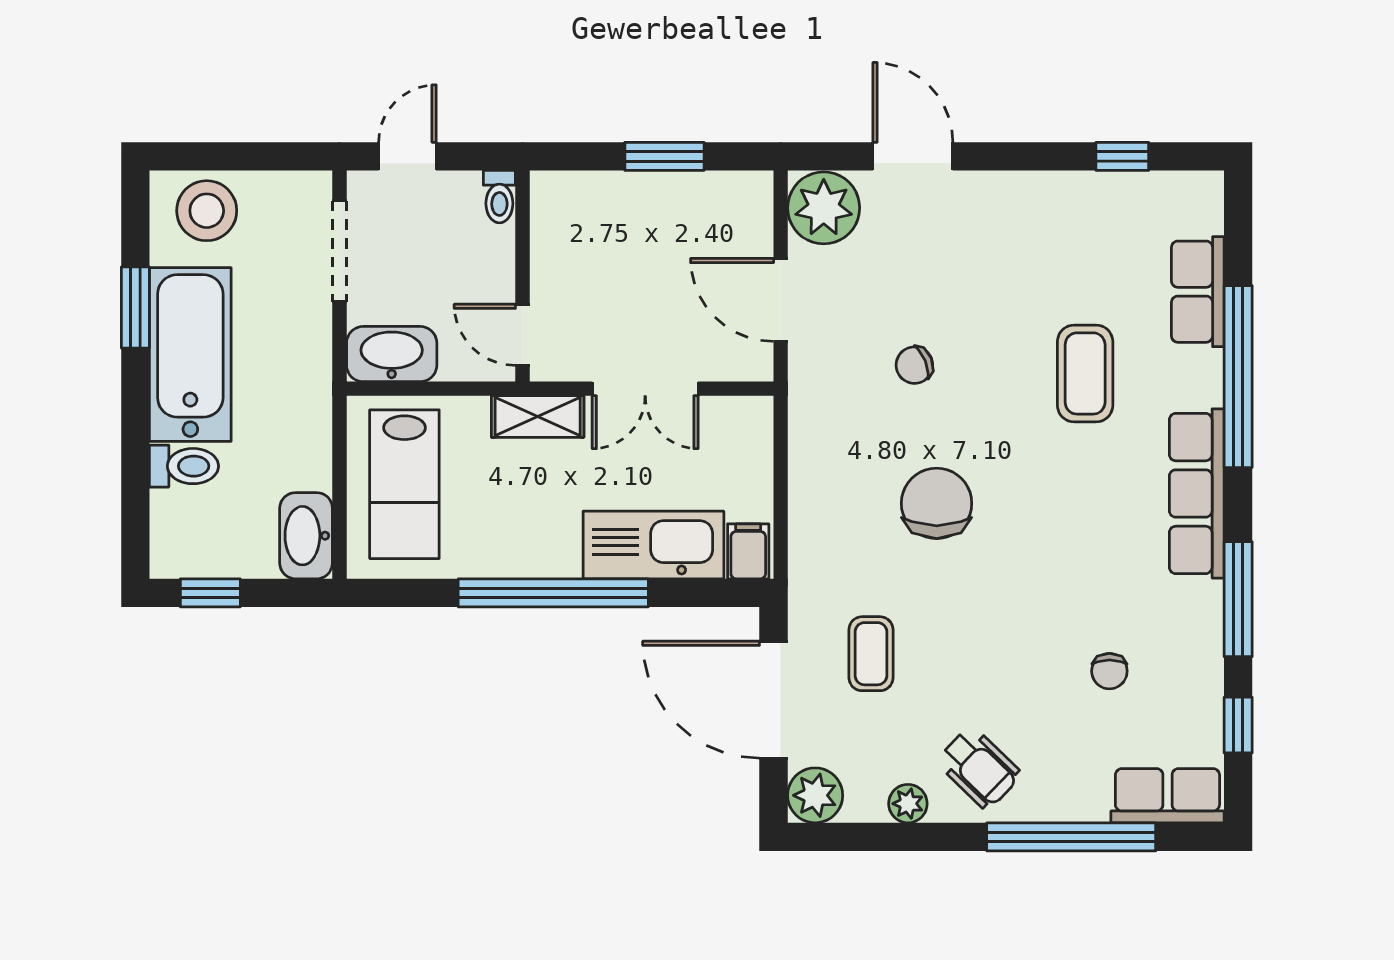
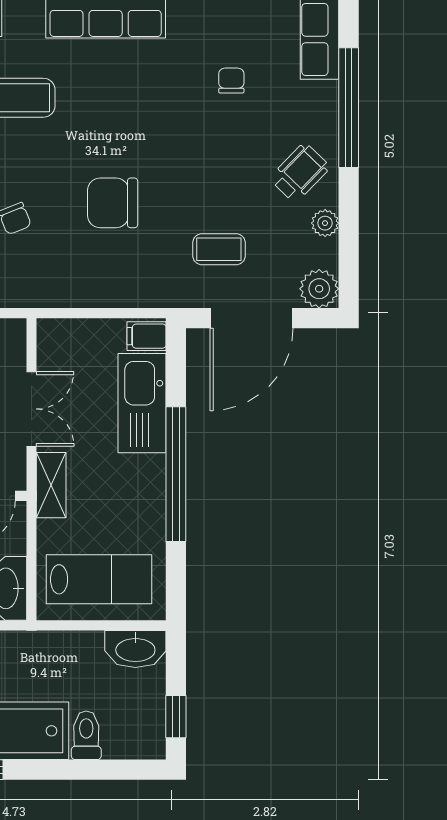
chair: (1109, 671) -> (231, 81), turned -90

